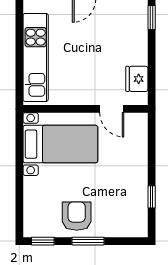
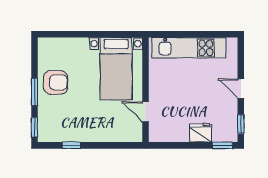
fridge: (137, 79) -> (201, 133), moved
door: (112, 109) -> (146, 112), hinge flipped
window: (43, 241) -> (34, 127), moved

